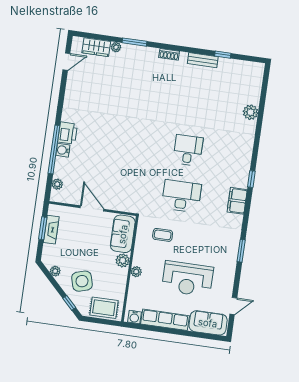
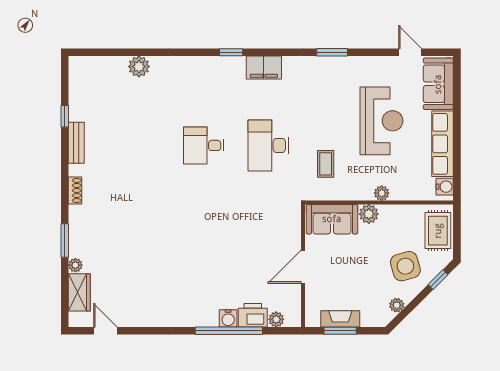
printer: (68, 133) -> (253, 315), moved

